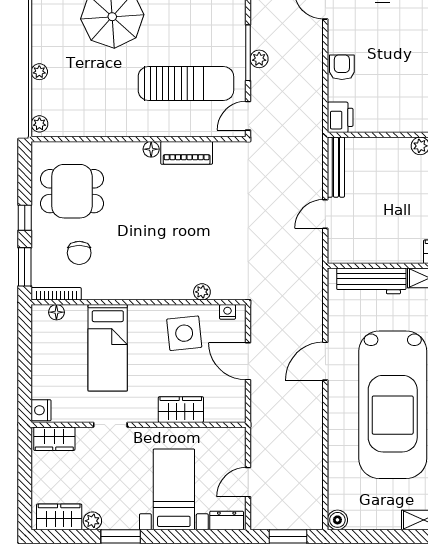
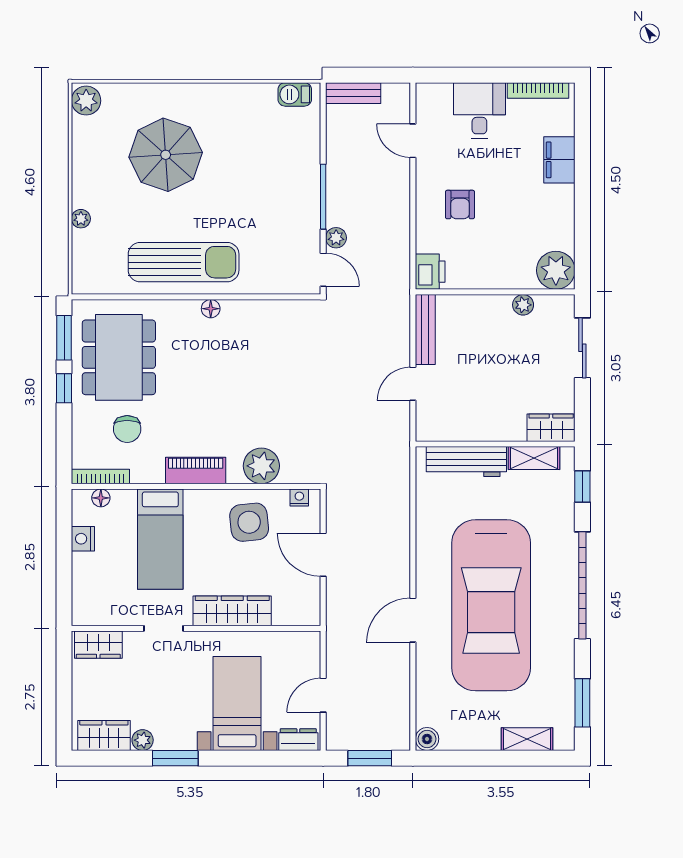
plant: (259, 59) -> (336, 238), moved
armchair: (342, 67) -> (460, 205), moved, turned 180
sun lounger: (186, 83) -> (184, 262), moved
door: (248, 116) -> (323, 270), swing flipped
plant: (39, 124) -> (81, 279), removed
piano: (187, 153) -> (196, 470), moved, turned 180
dining table: (72, 191) -> (119, 357), width x1.38
window: (25, 267) -> (64, 338), moved
plant: (202, 292) -> (261, 466), width x1.88, depth x1.88
door: (325, 361) -> (413, 620), moved
nightstand: (41, 410) -> (83, 539), moved
wardrobe: (181, 410) -> (232, 611), width x1.50

